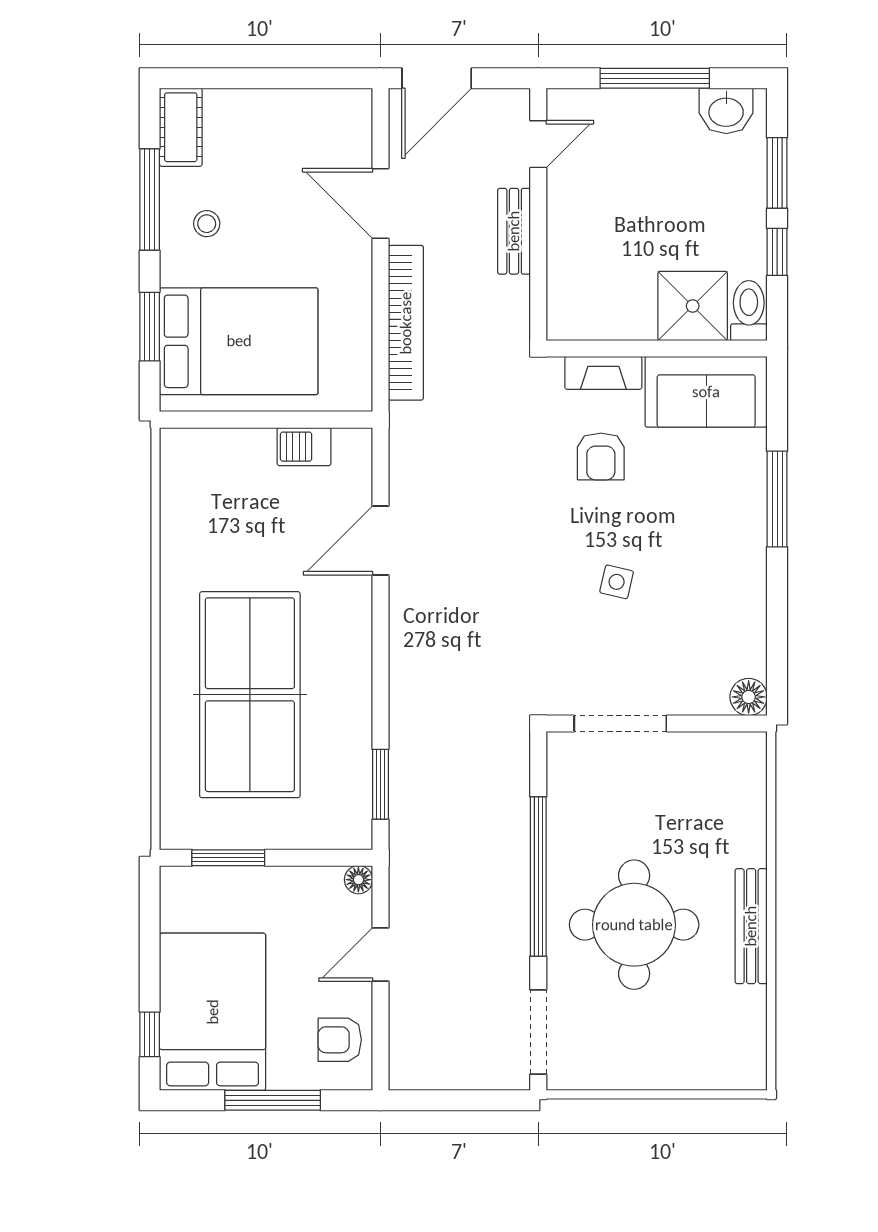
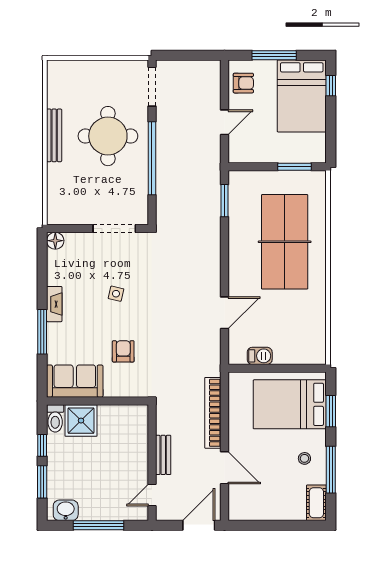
fireplace: (603, 373) -> (54, 304), moved, turned 90
floor lamp: (358, 880) -> (235, 157), removed

